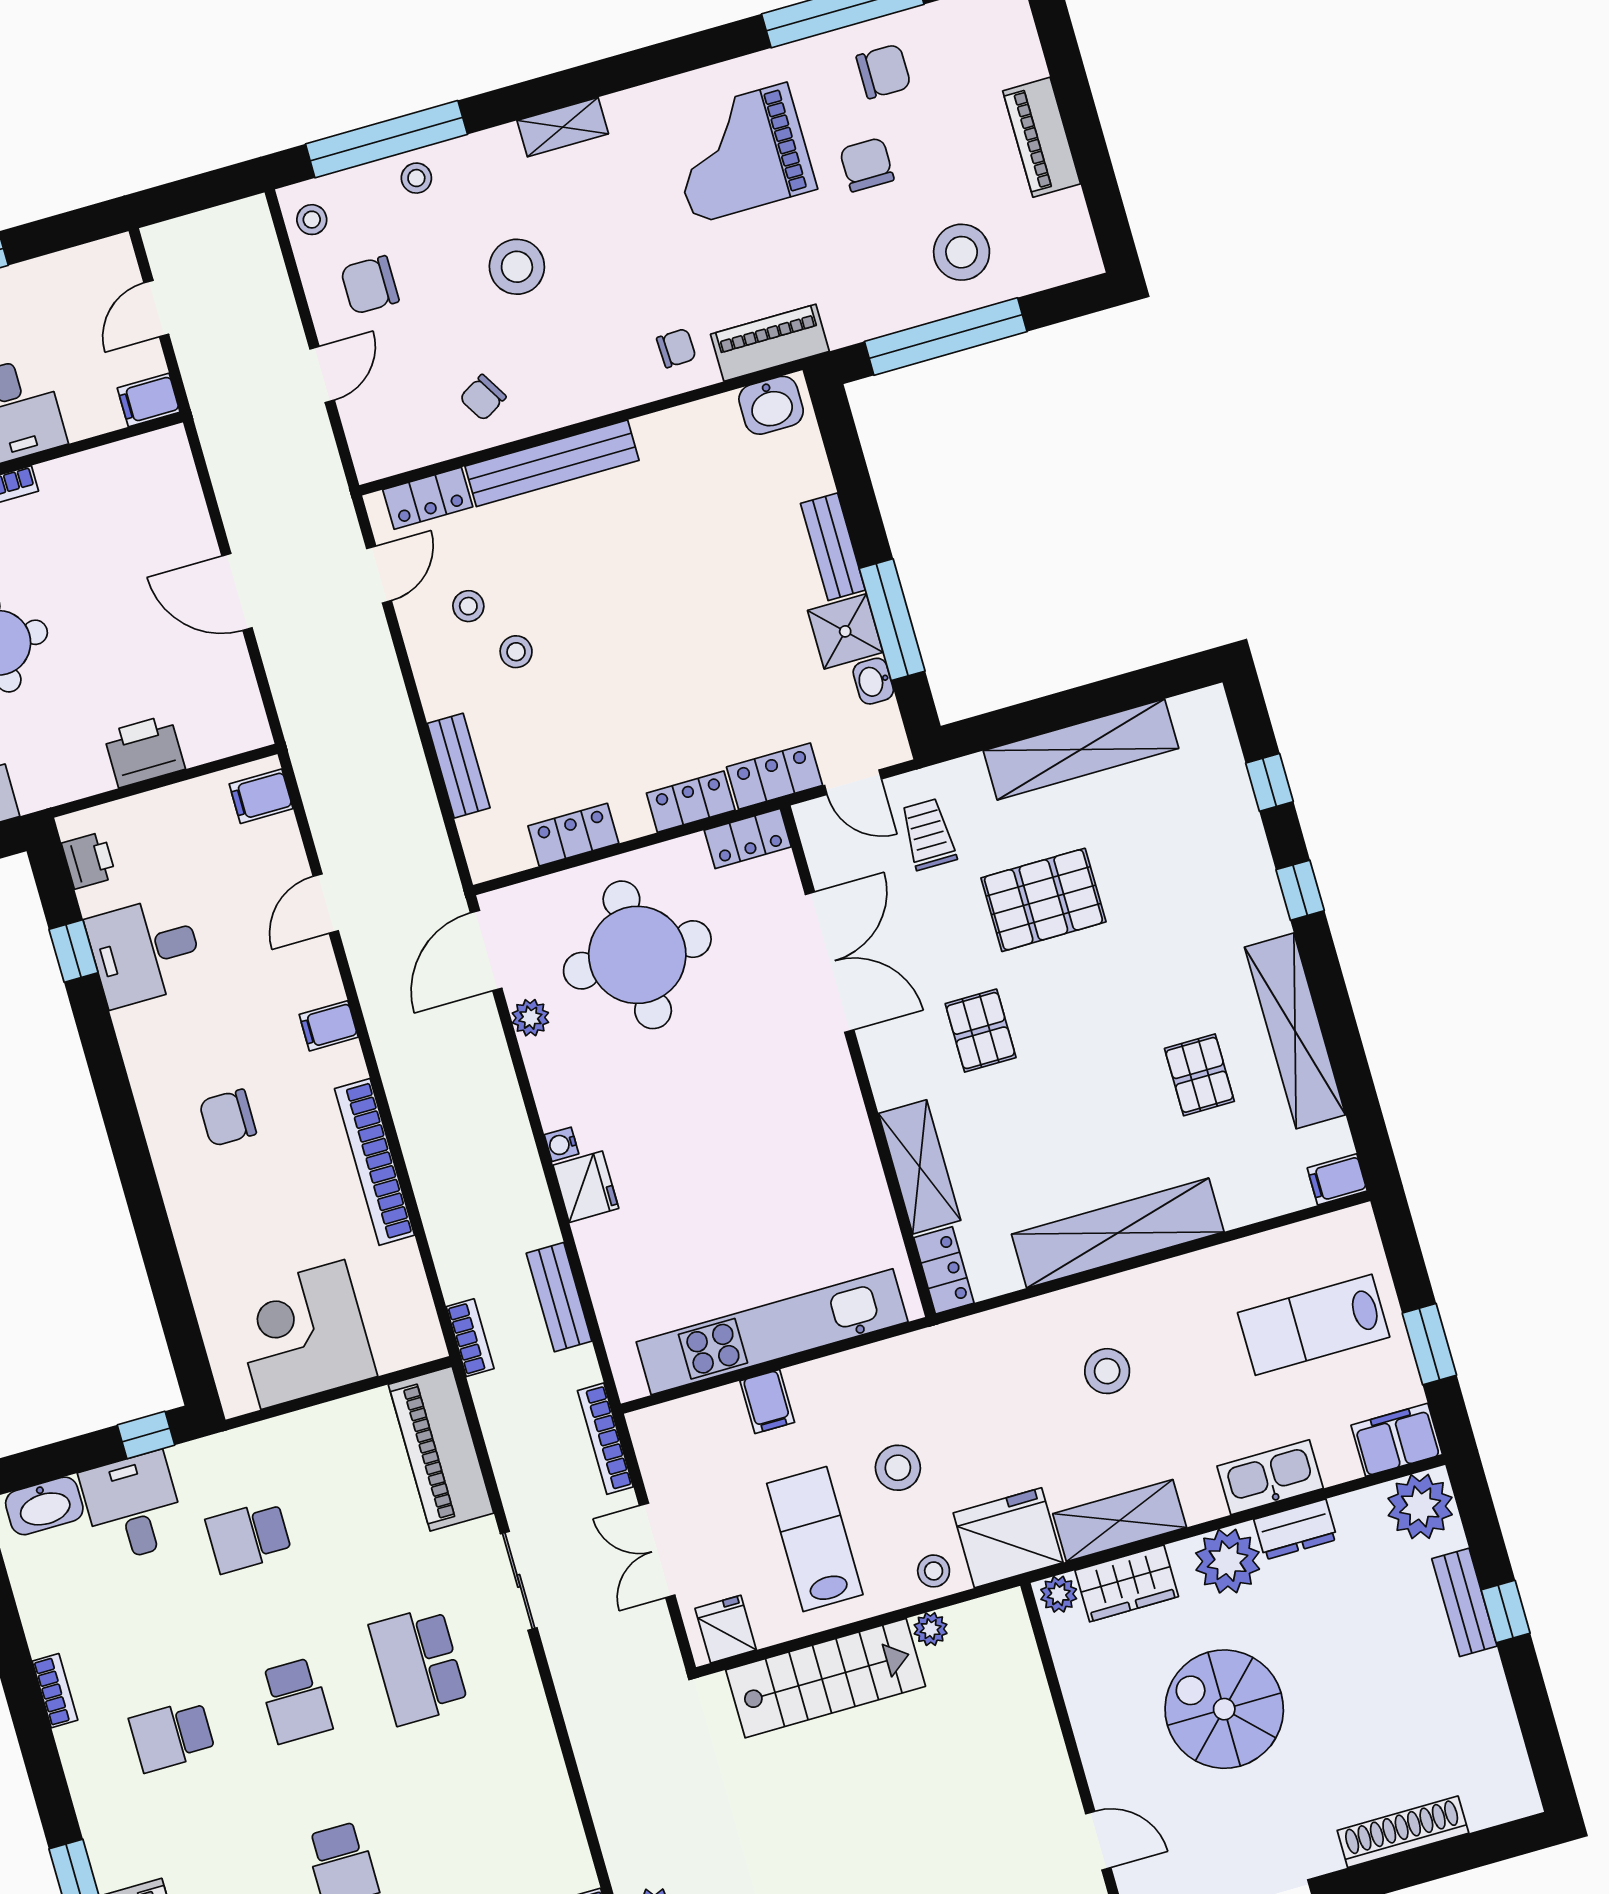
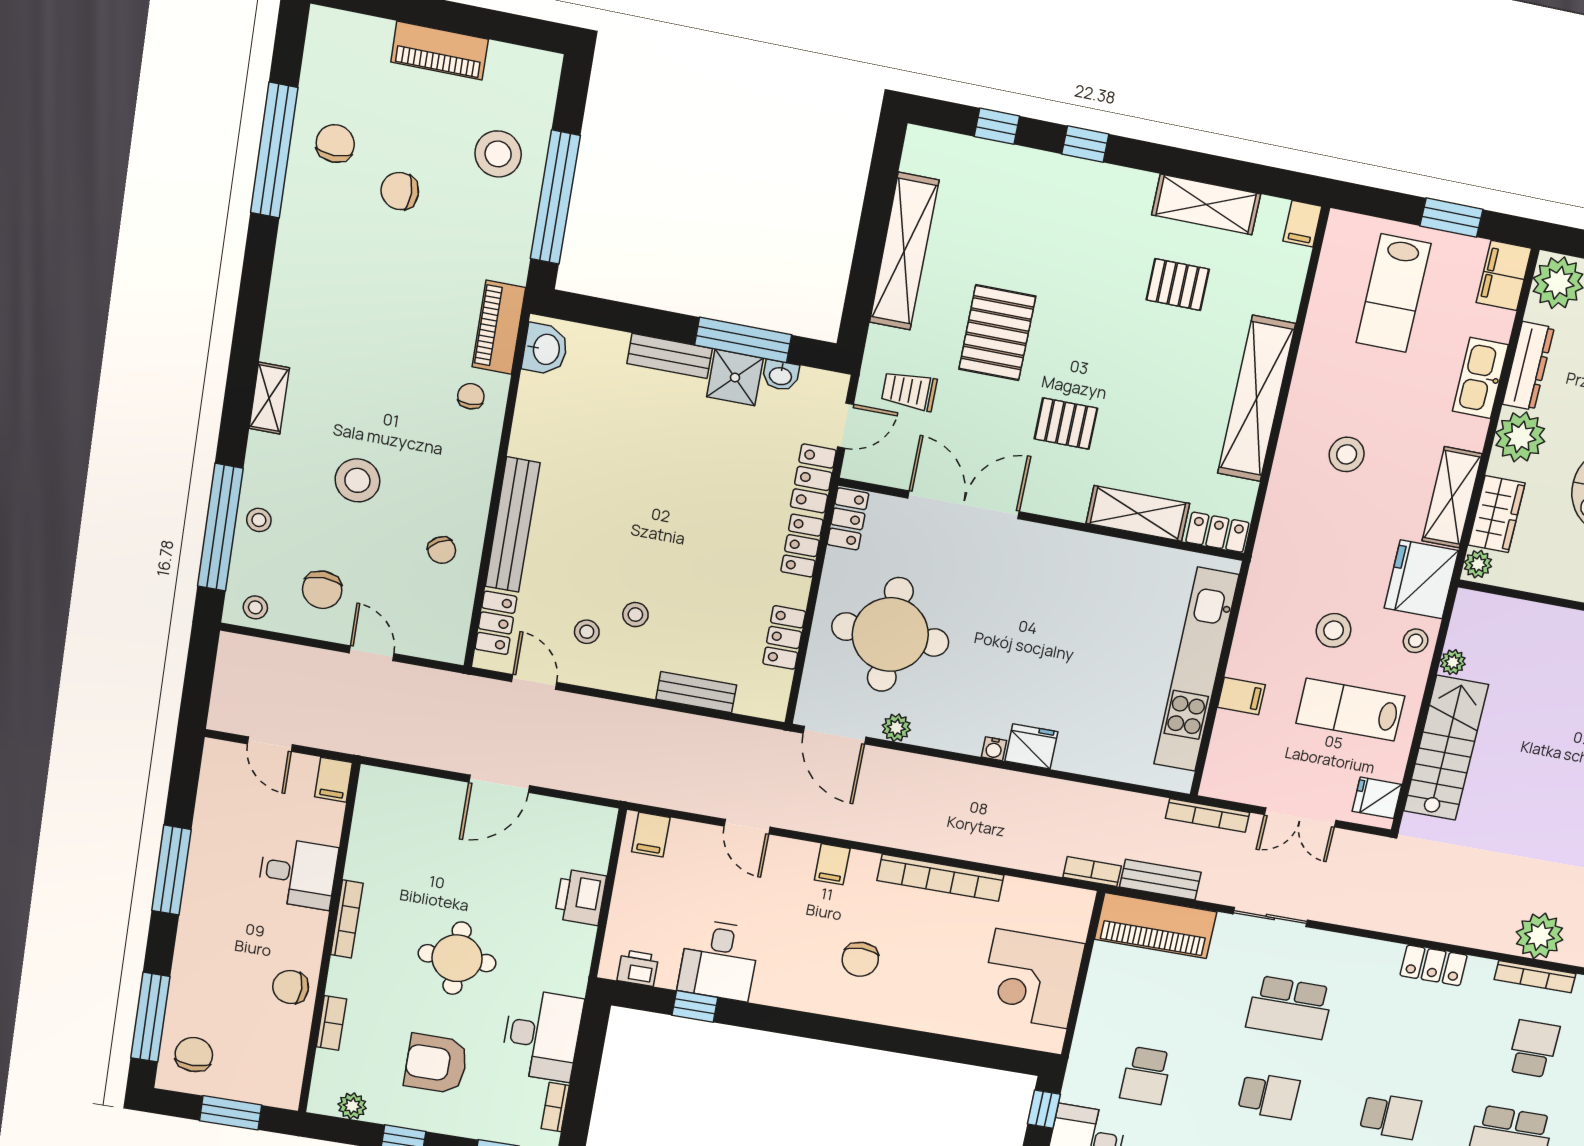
grand piano: (741, 153) -> (348, 279), removed
shelving: (1295, 1031) -> (1206, 204), width x0.68
bench: (559, 1297) -> (1160, 880), moved
dresser: (1296, 1529) -> (1528, 366), width x1.44
locker: (556, 1812) -> (1434, 965), added

